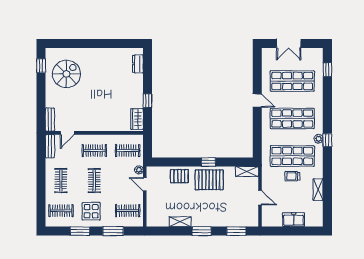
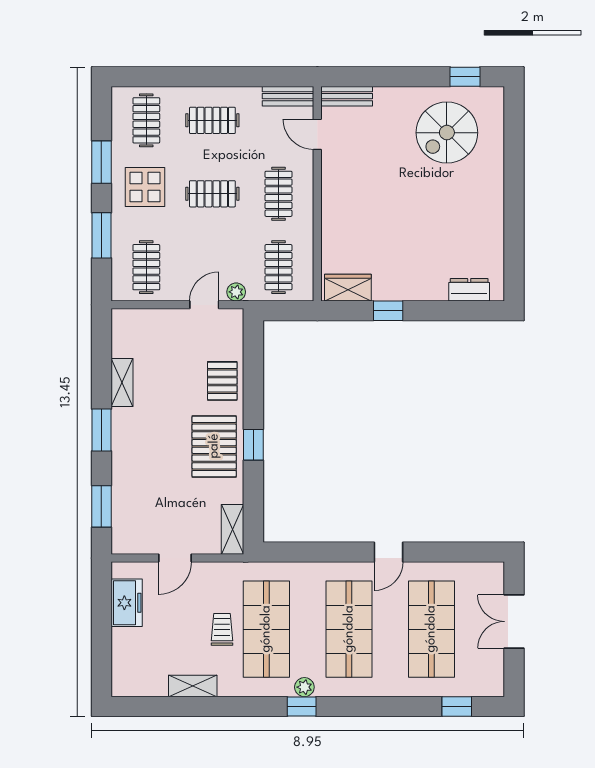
spiral stairs: (66, 74) -> (447, 133), turned 90
freezer: (294, 220) -> (127, 603), moved

